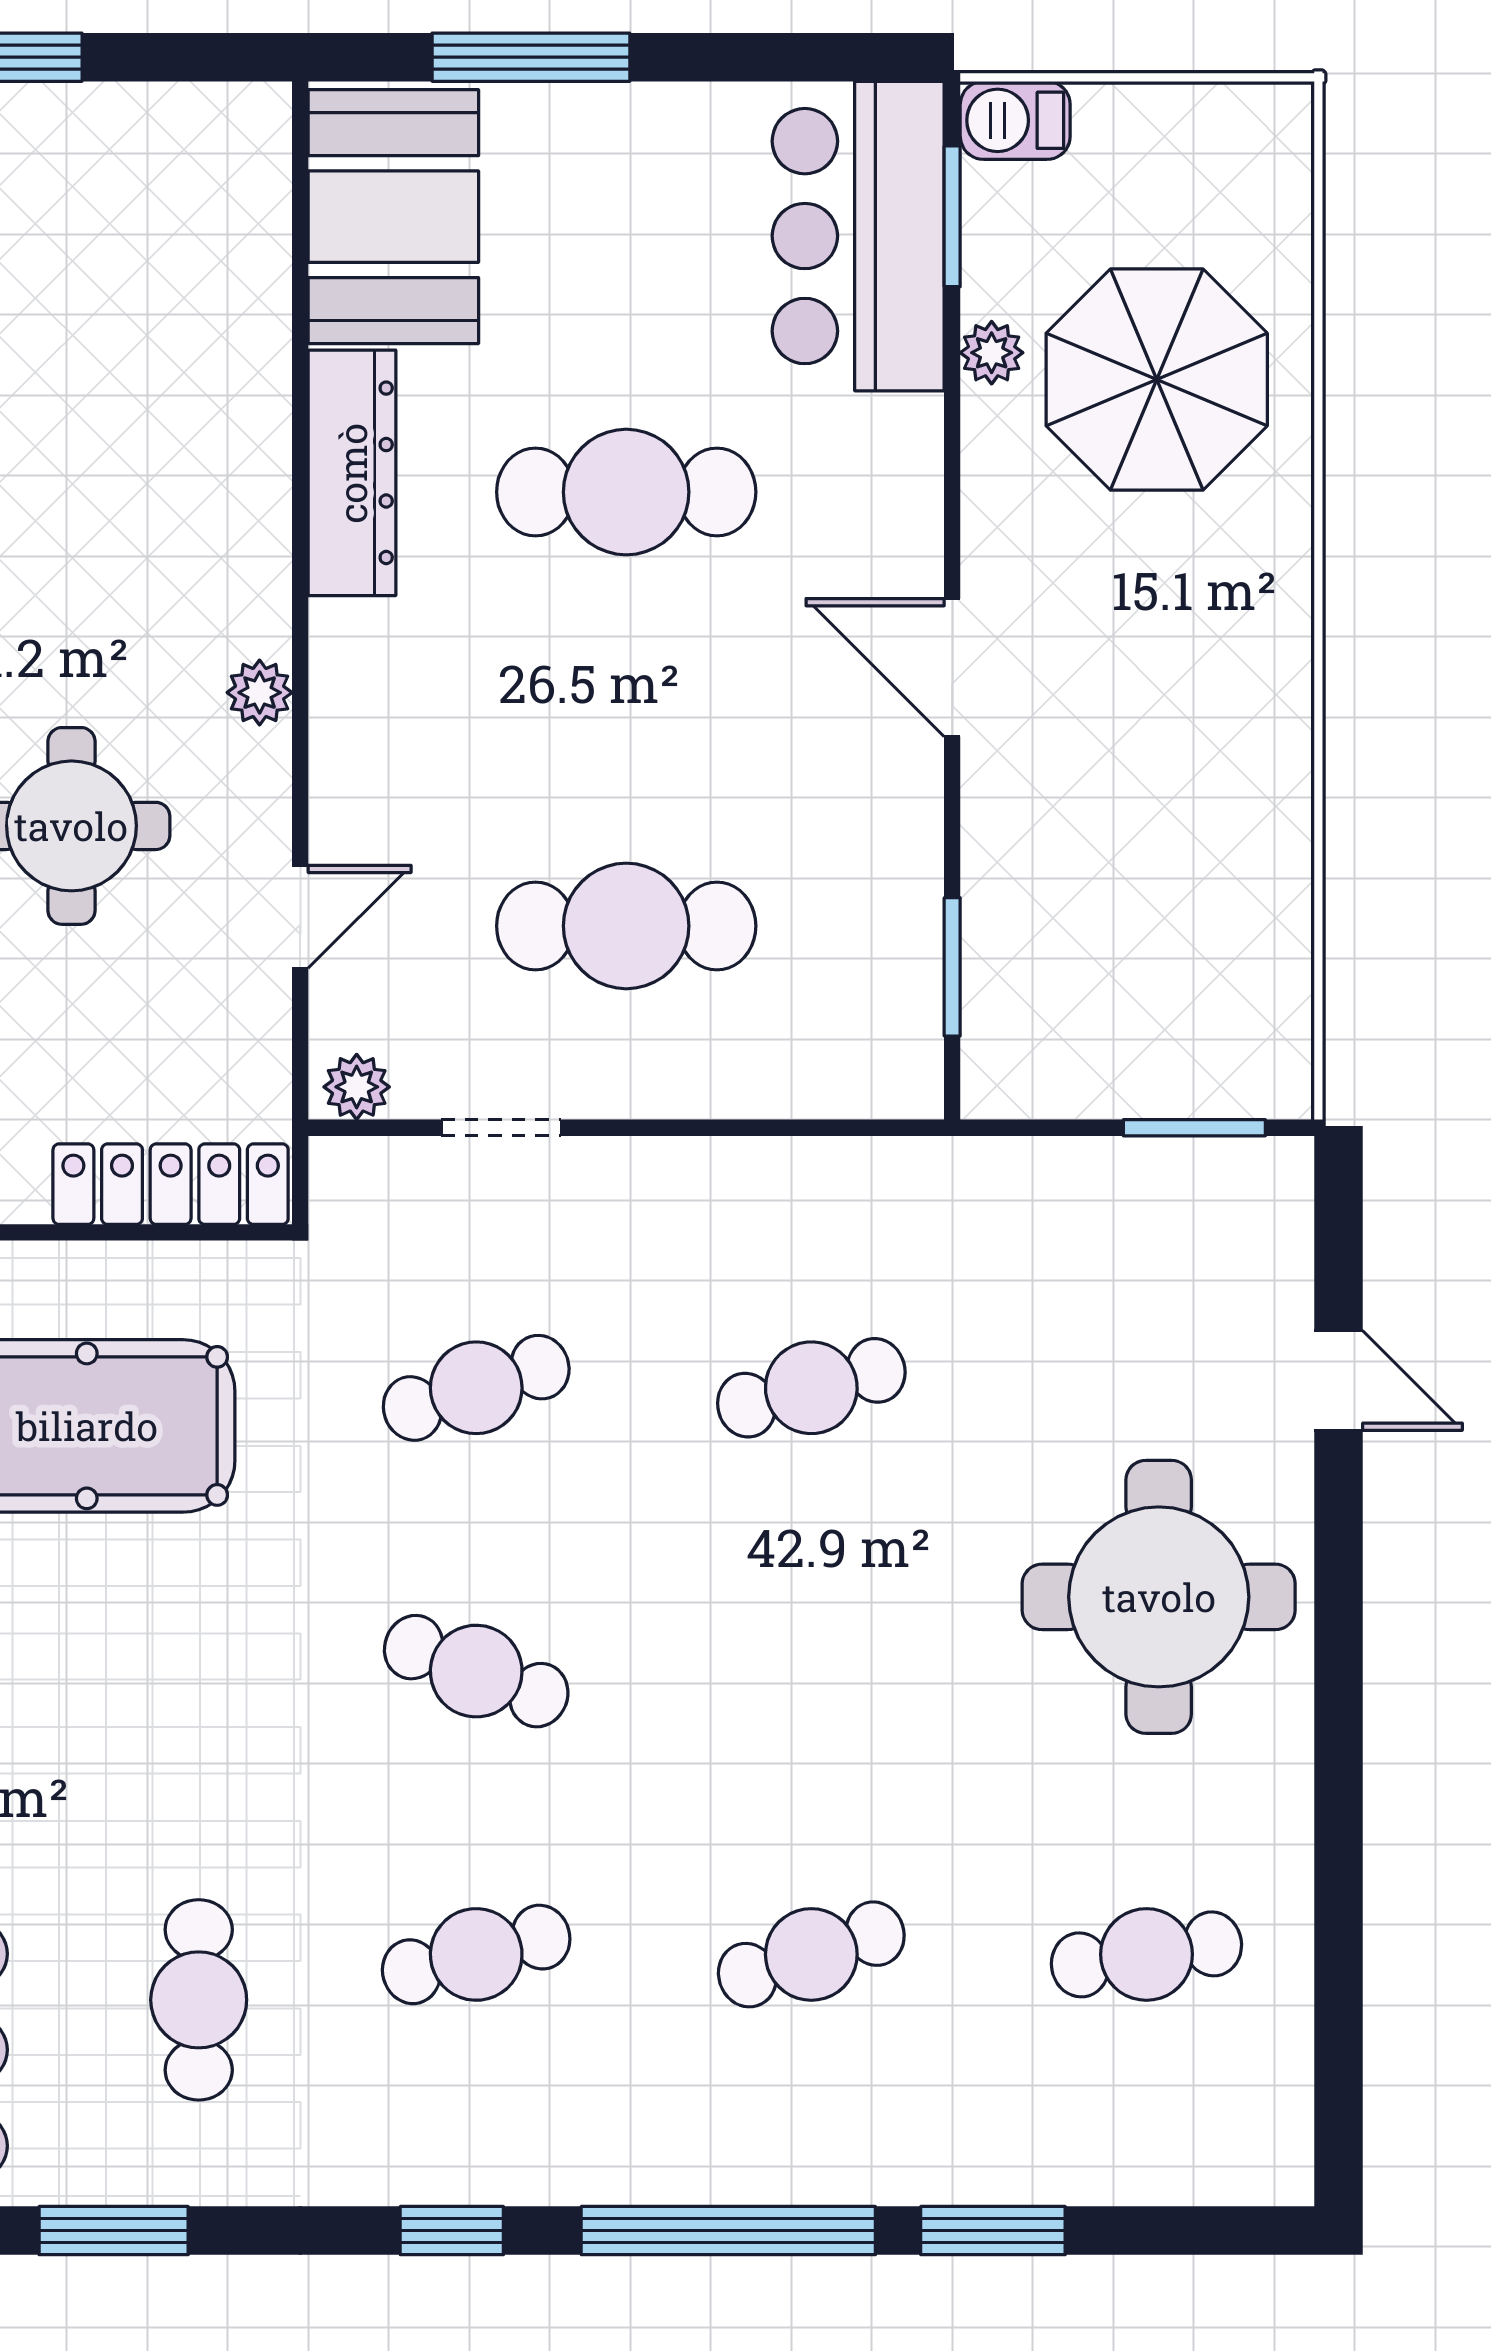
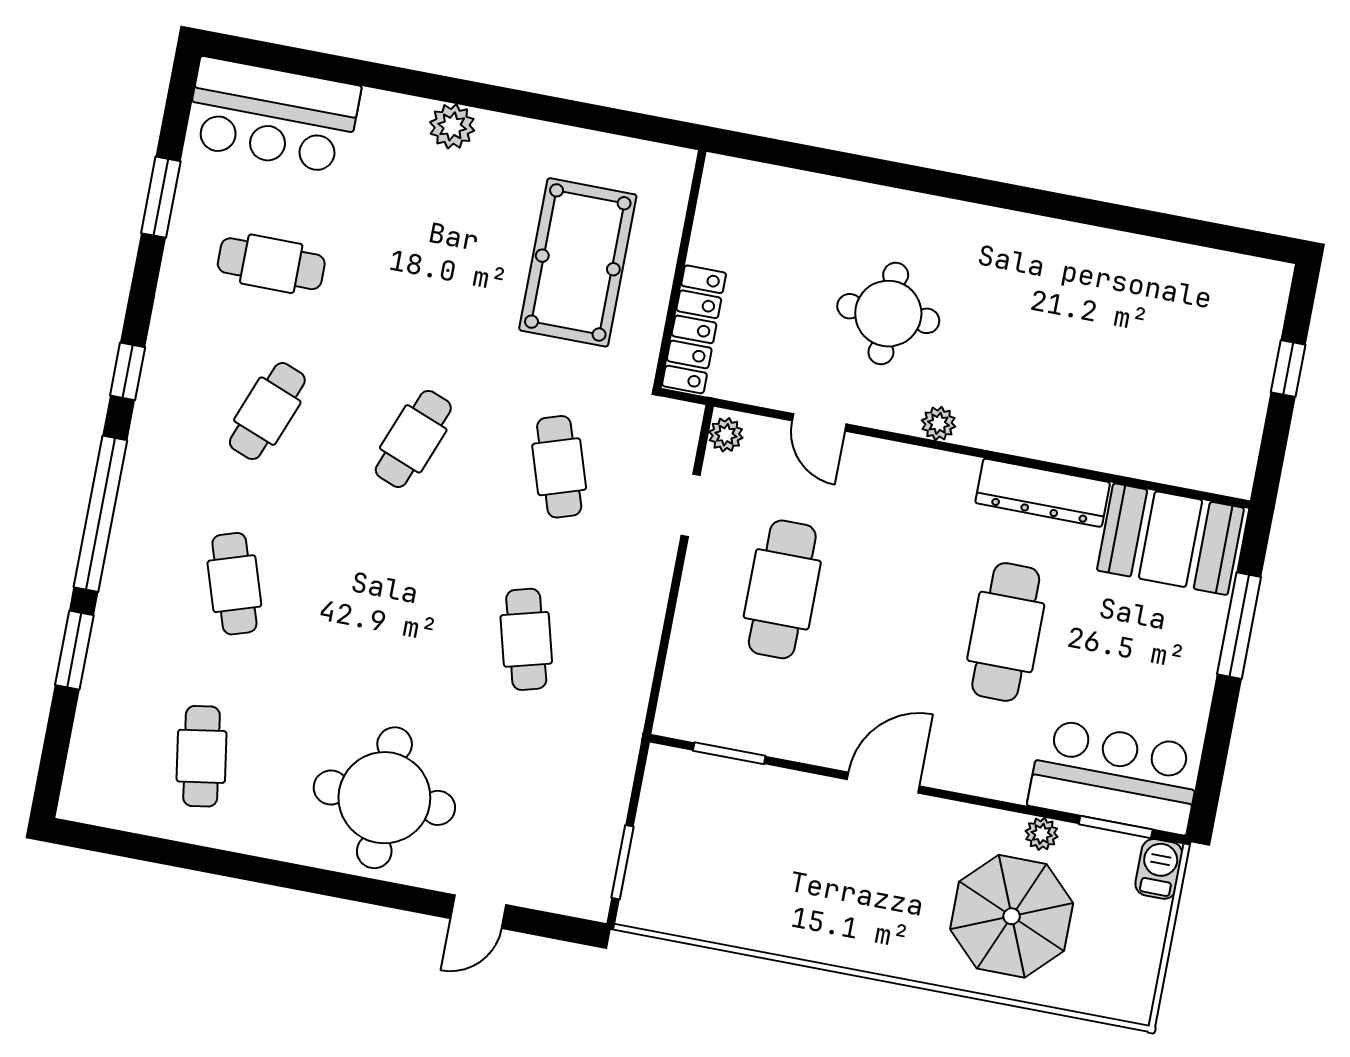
cafe table: (476, 1954) -> (267, 411), turned 36

